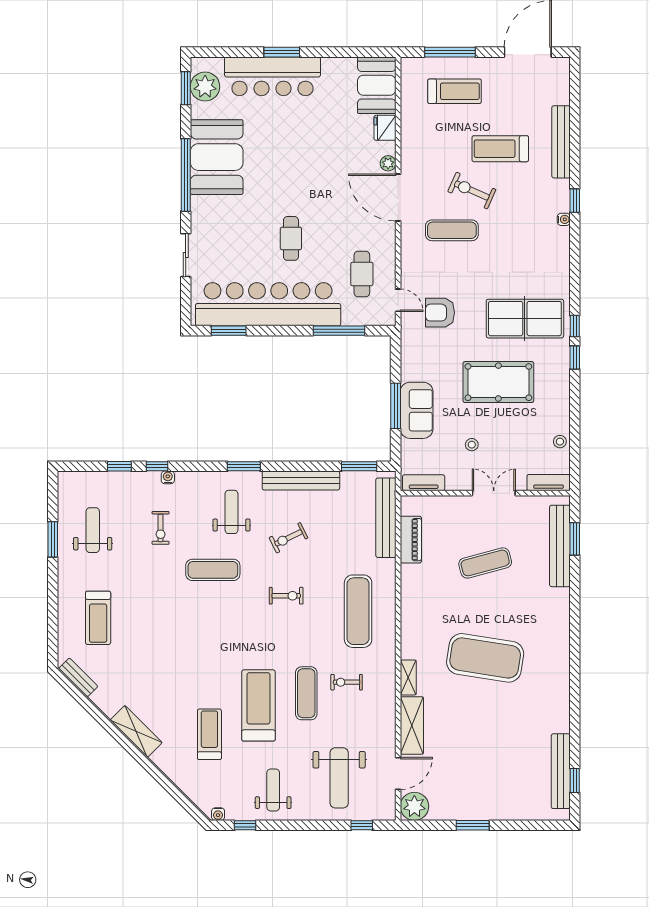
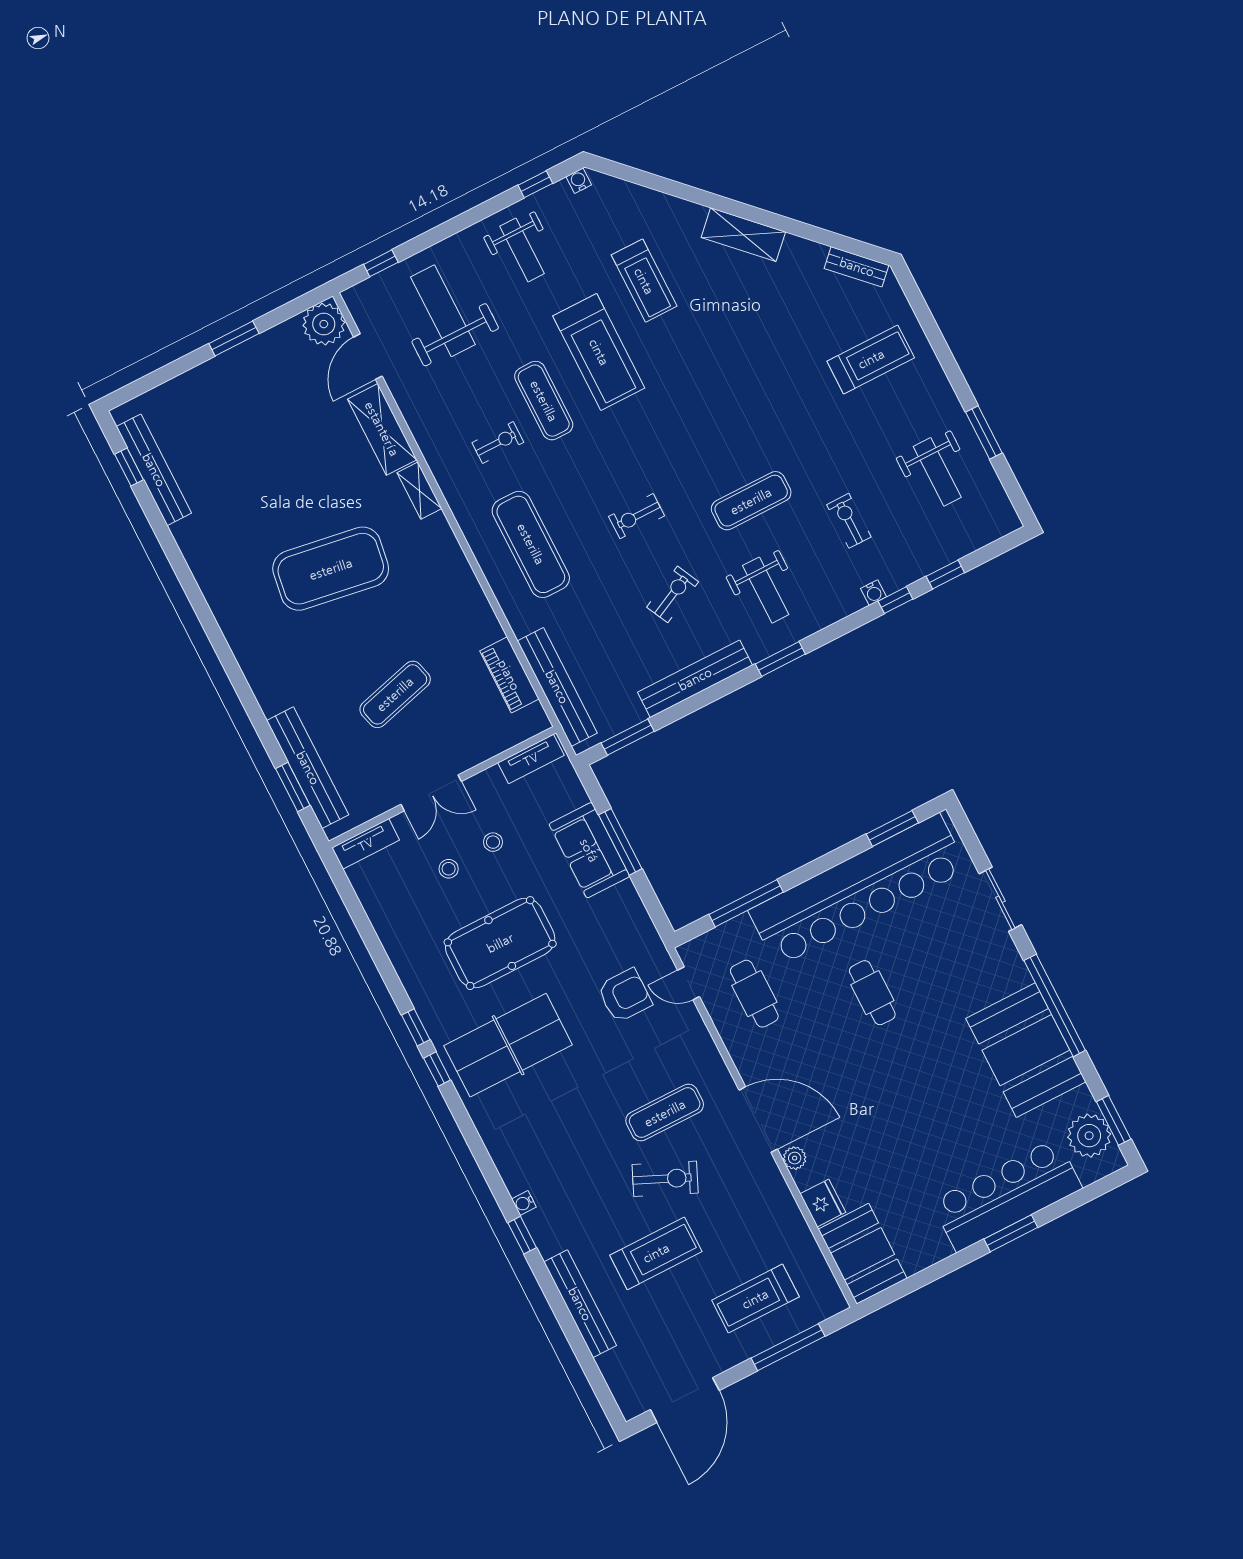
stool: (560, 442) -> (449, 869), moved
treadmill: (98, 618) -> (871, 359), turned 90

